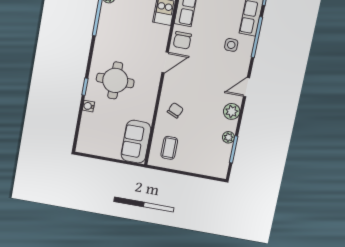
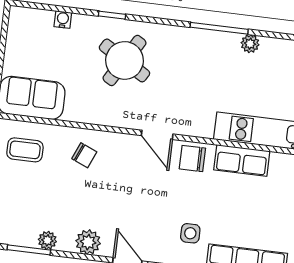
round table: (115, 80) -> (124, 60), turned 31
water cooler: (88, 106) -> (63, 20), moved

